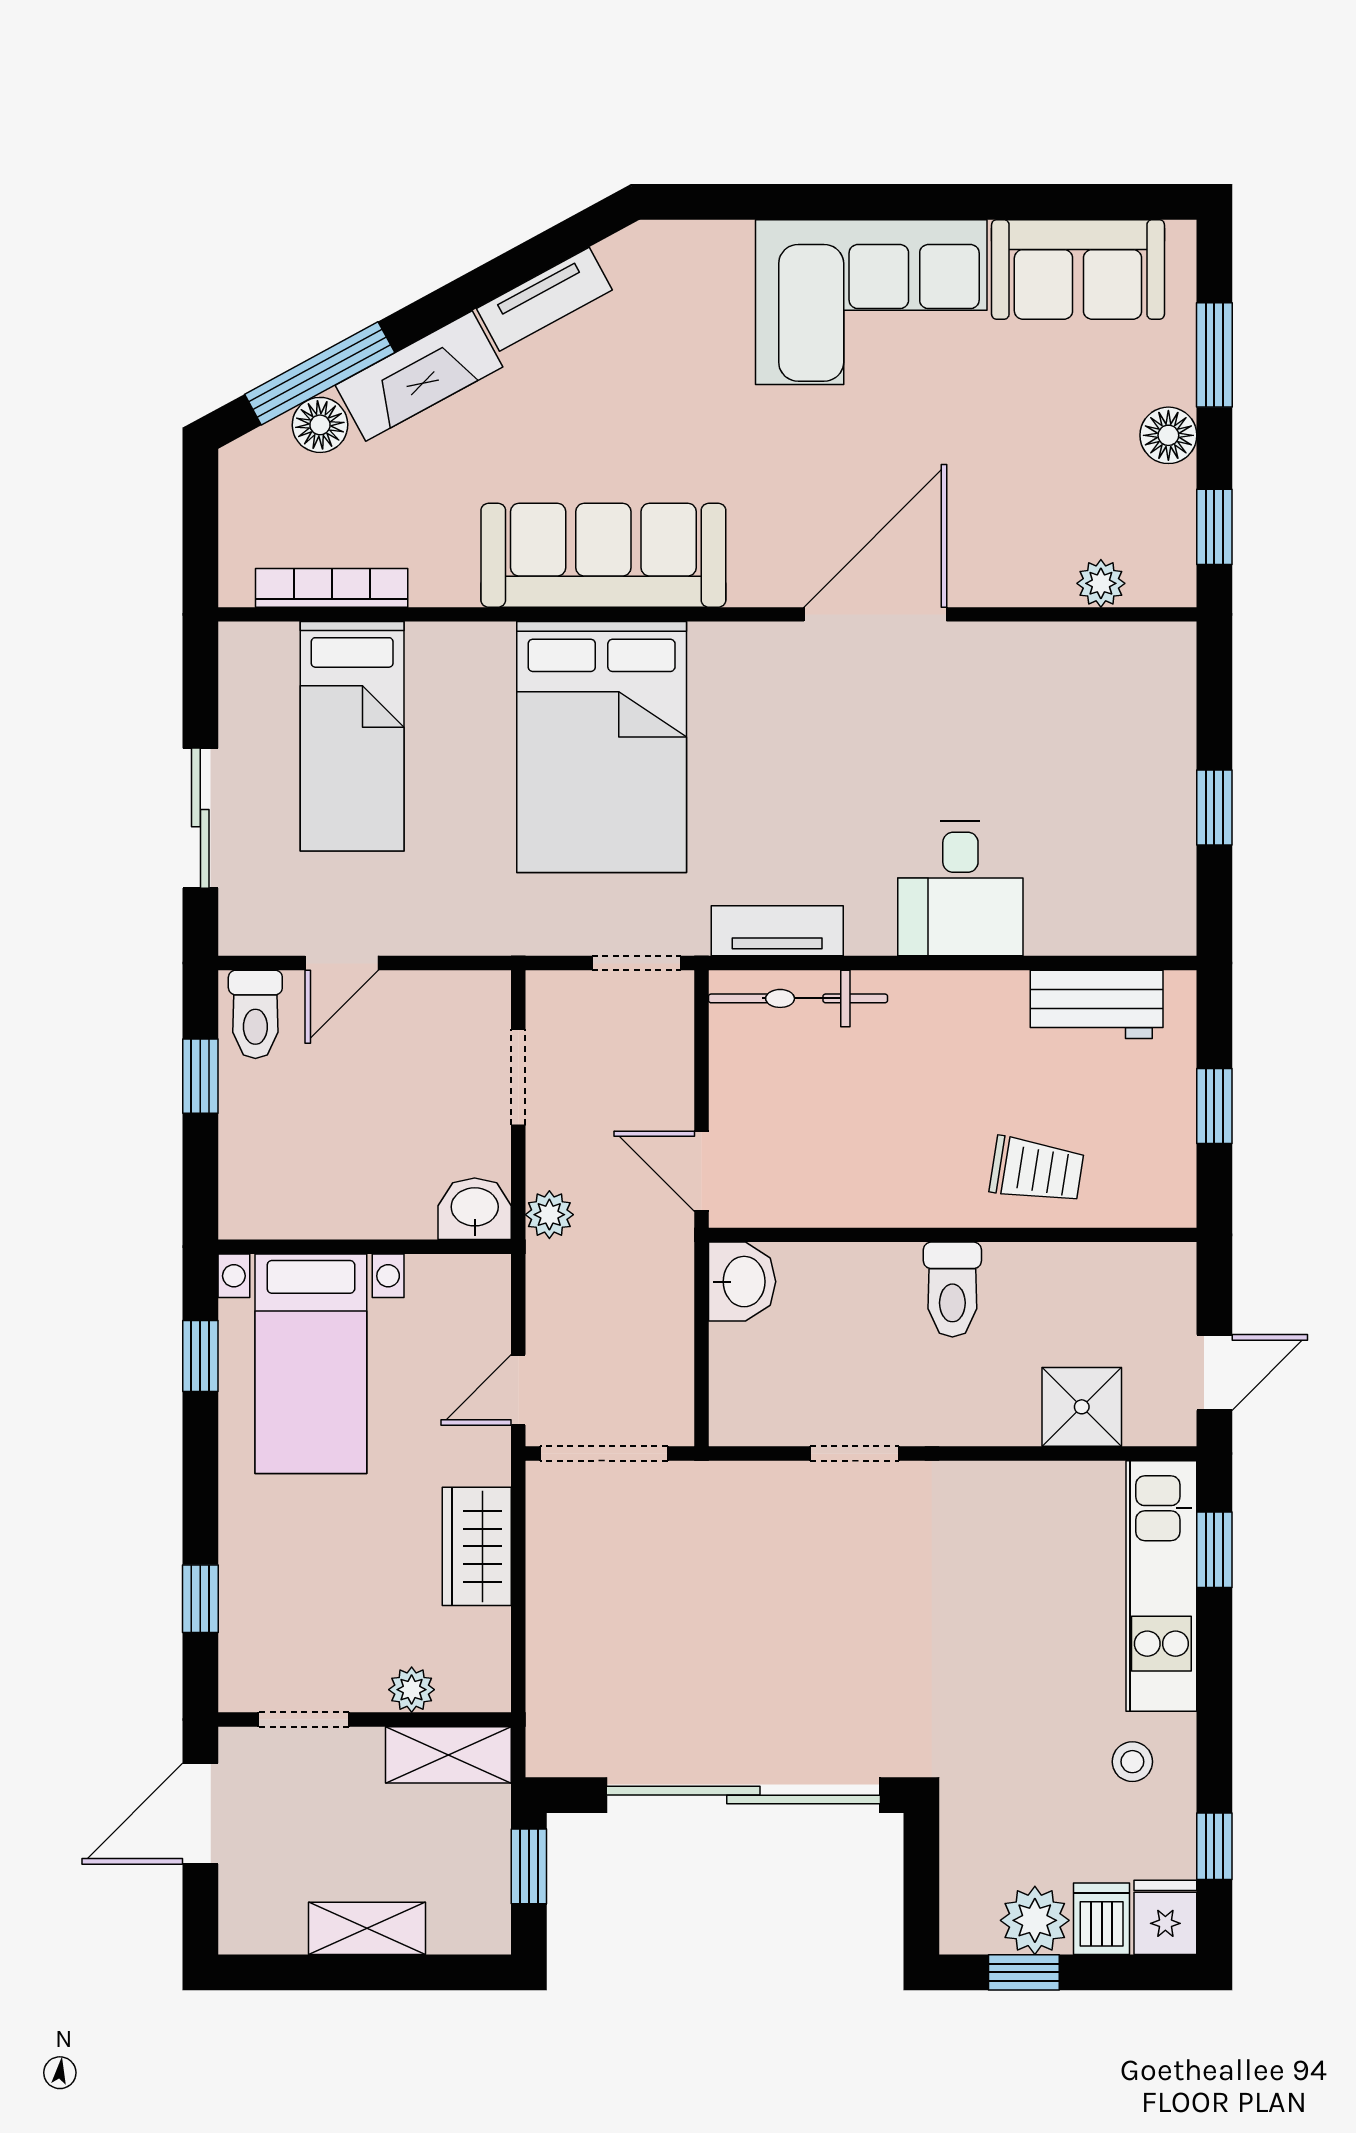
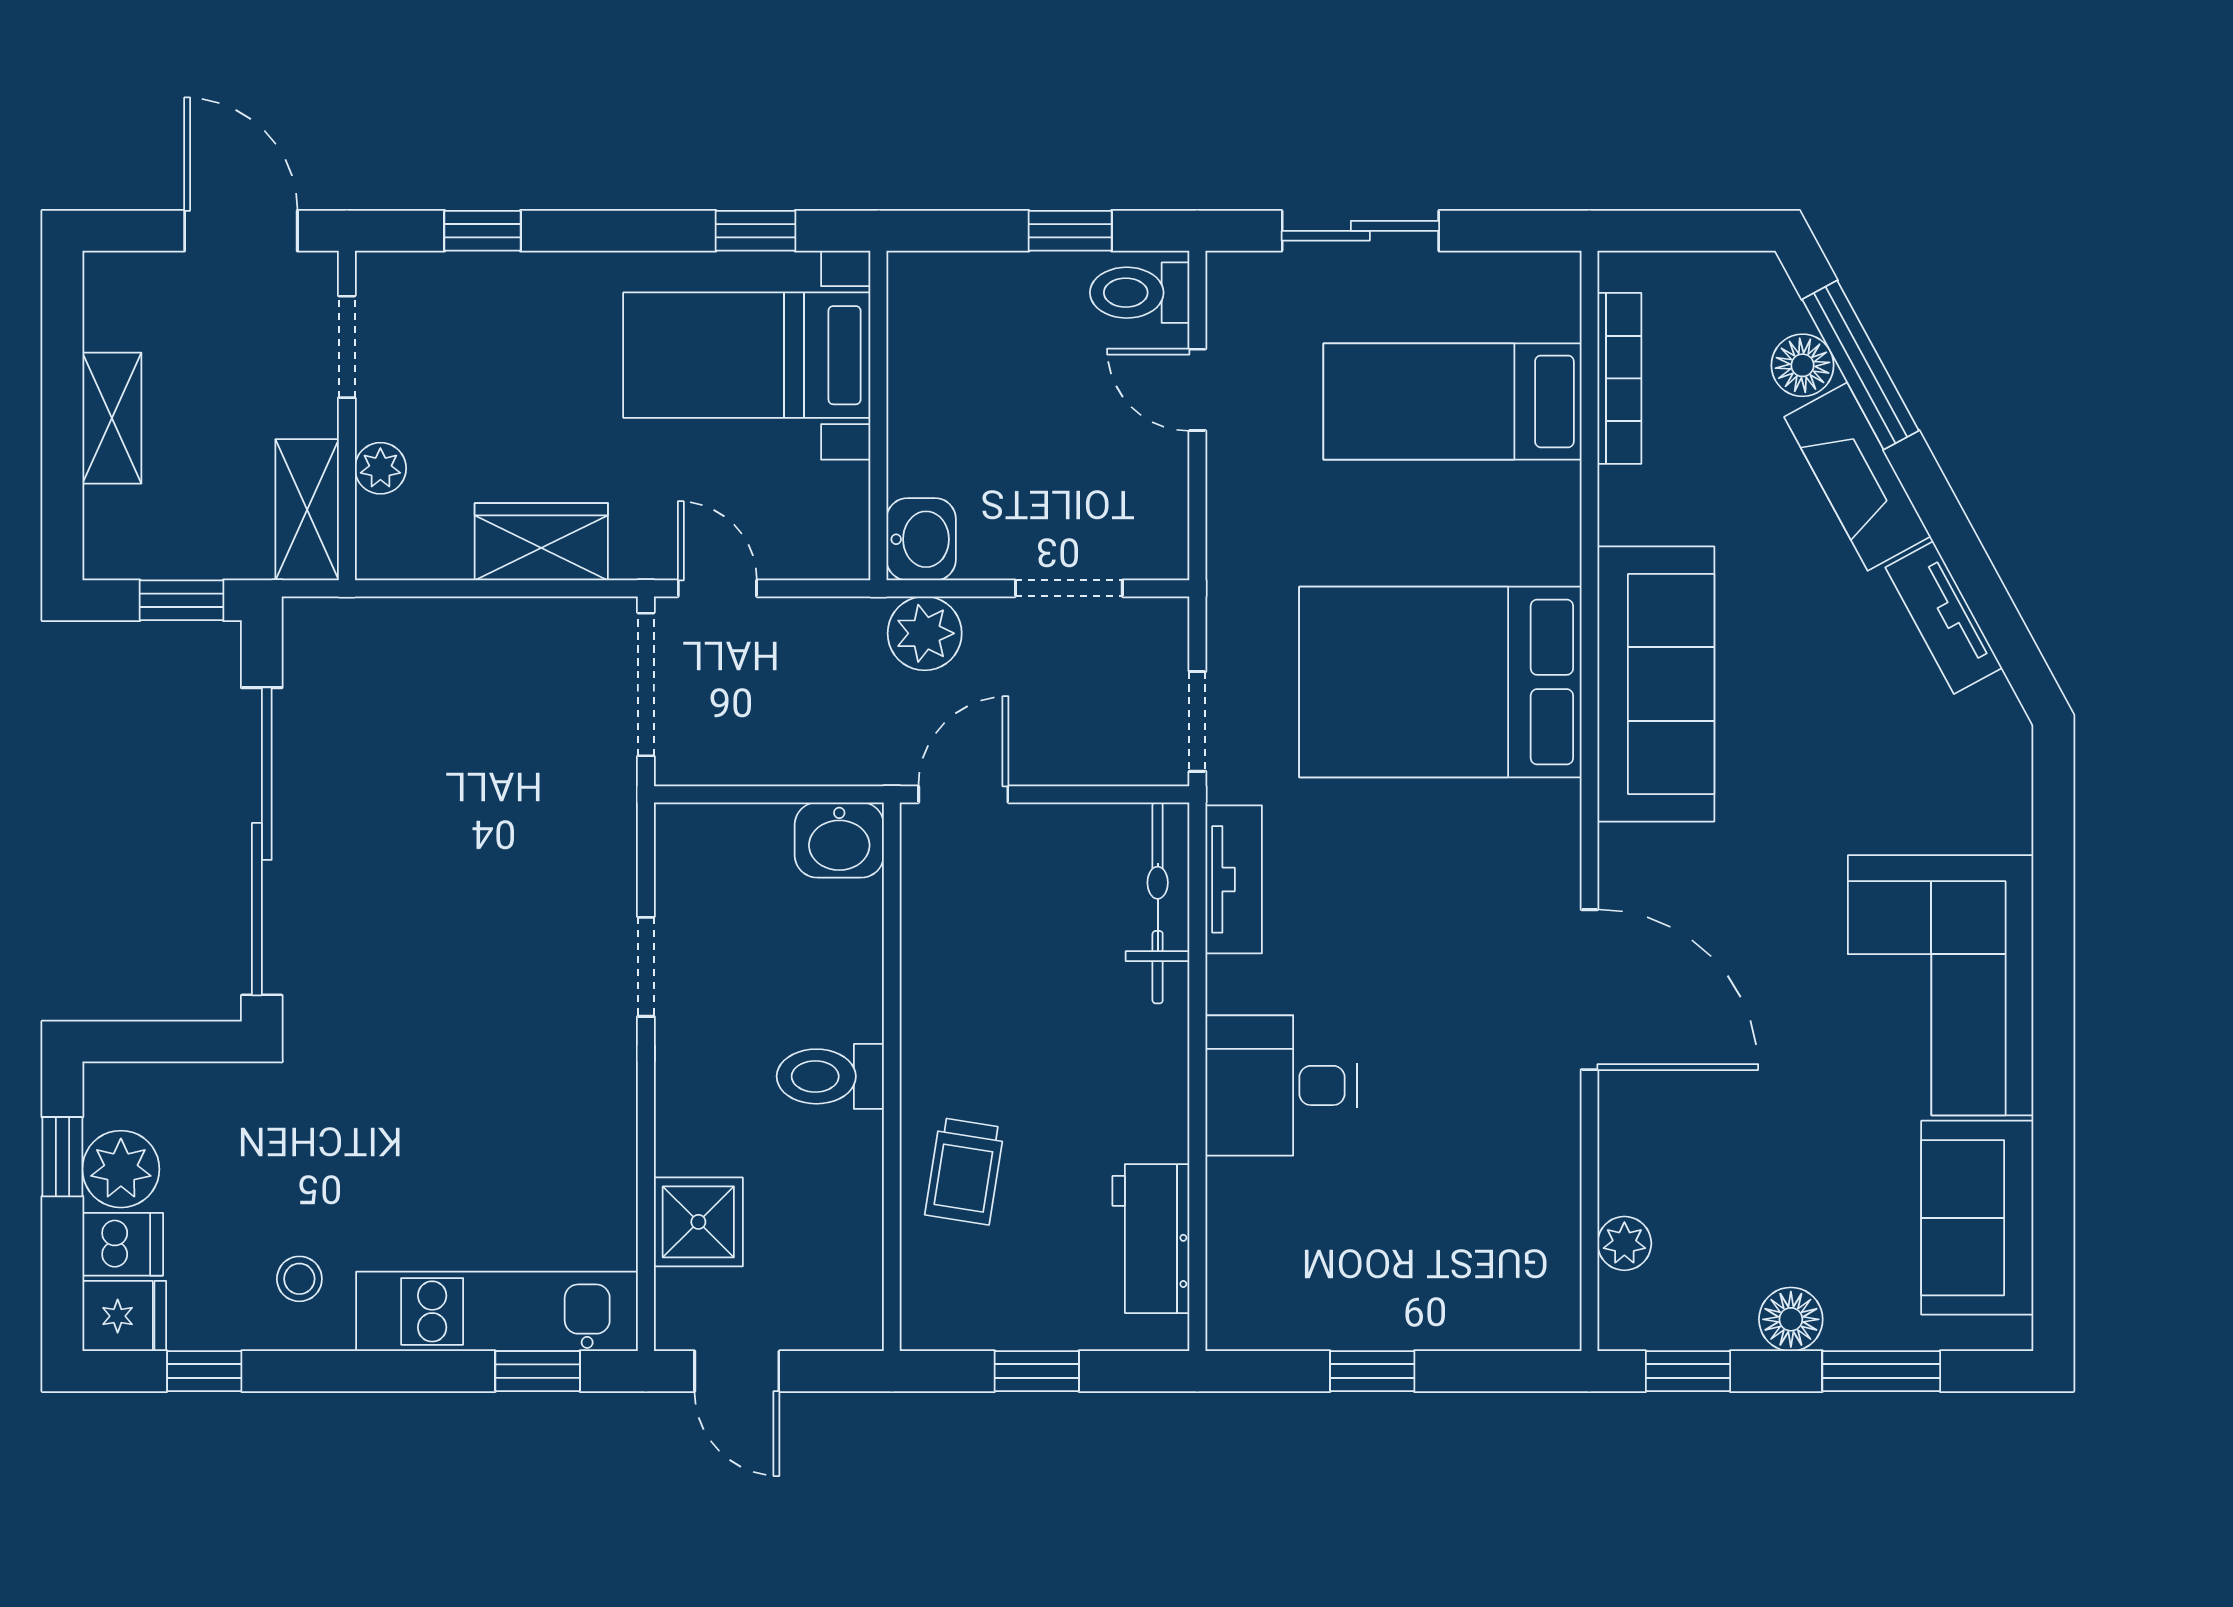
plant: (549, 1215) -> (925, 633), width x1.38, depth x1.38

